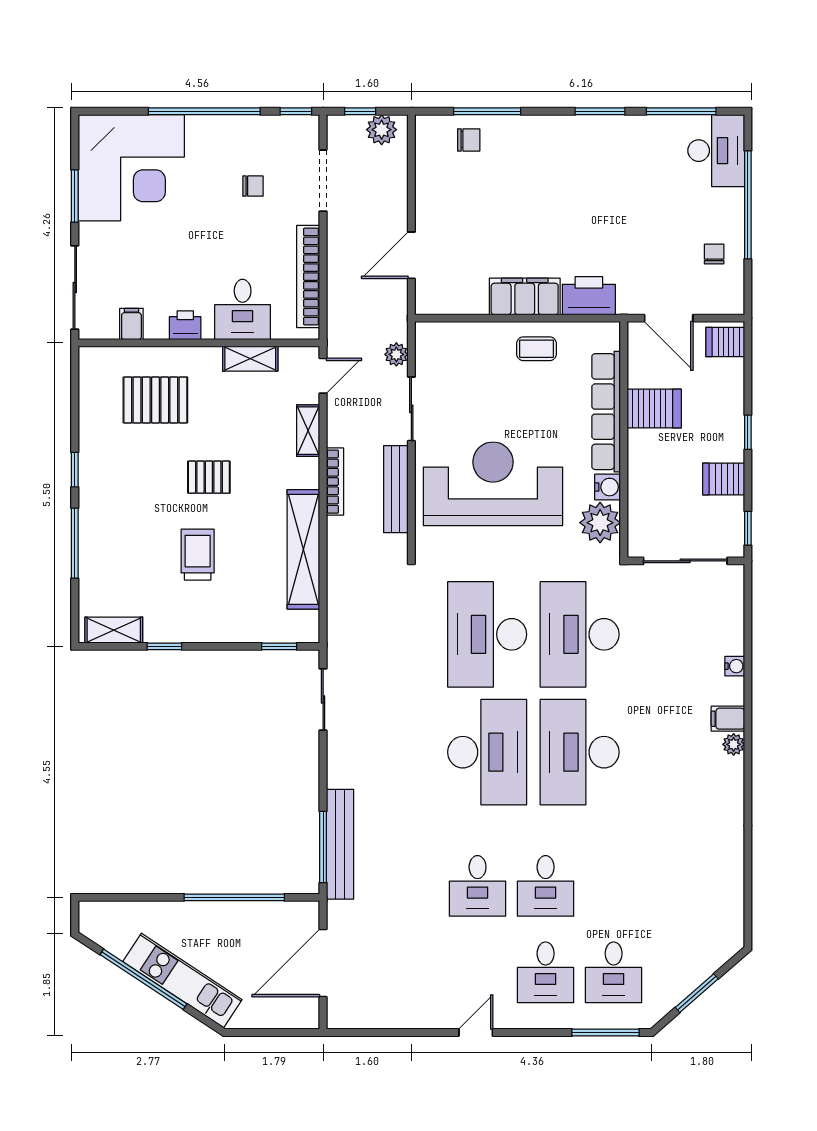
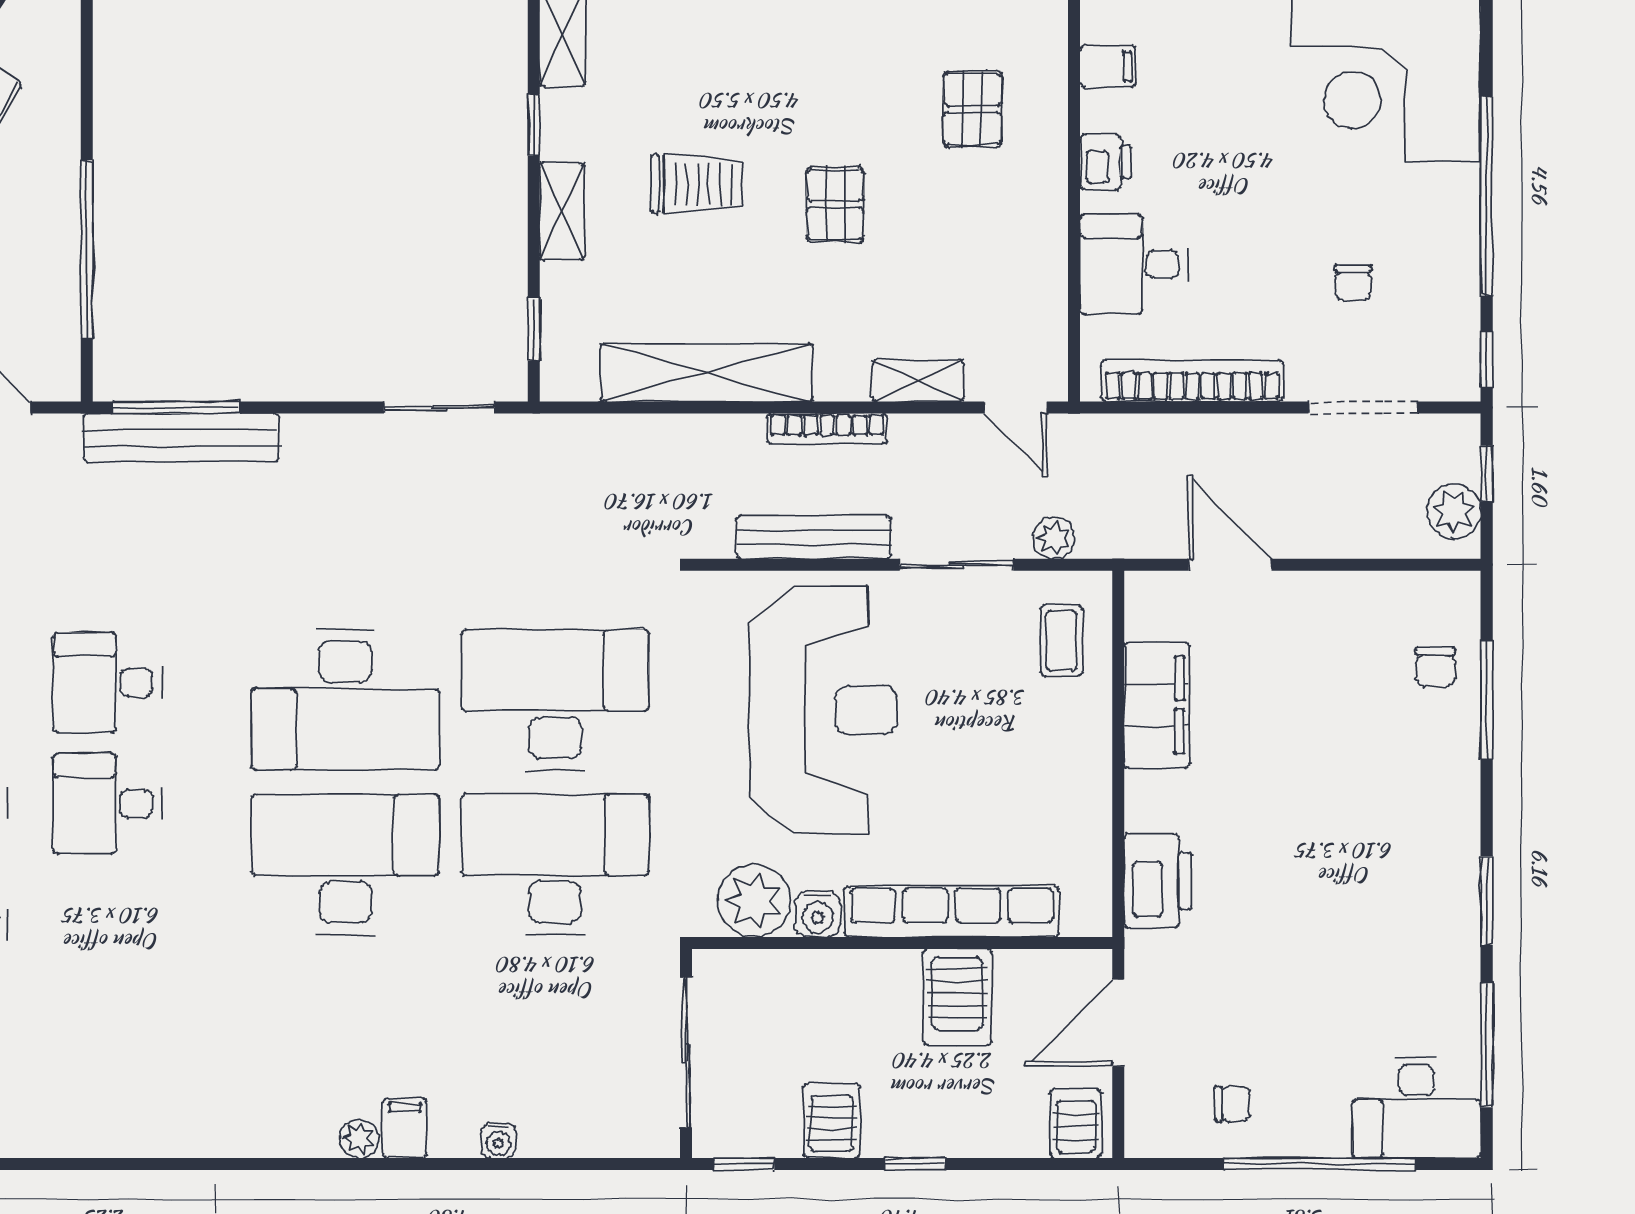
filing cabinet: (525, 296) -> (1157, 705), moved
coffee table: (537, 349) -> (1062, 641), moved
shelving: (250, 359) -> (562, 212), moved
pallet: (155, 400) -> (972, 109), width x0.67, depth x0.71

